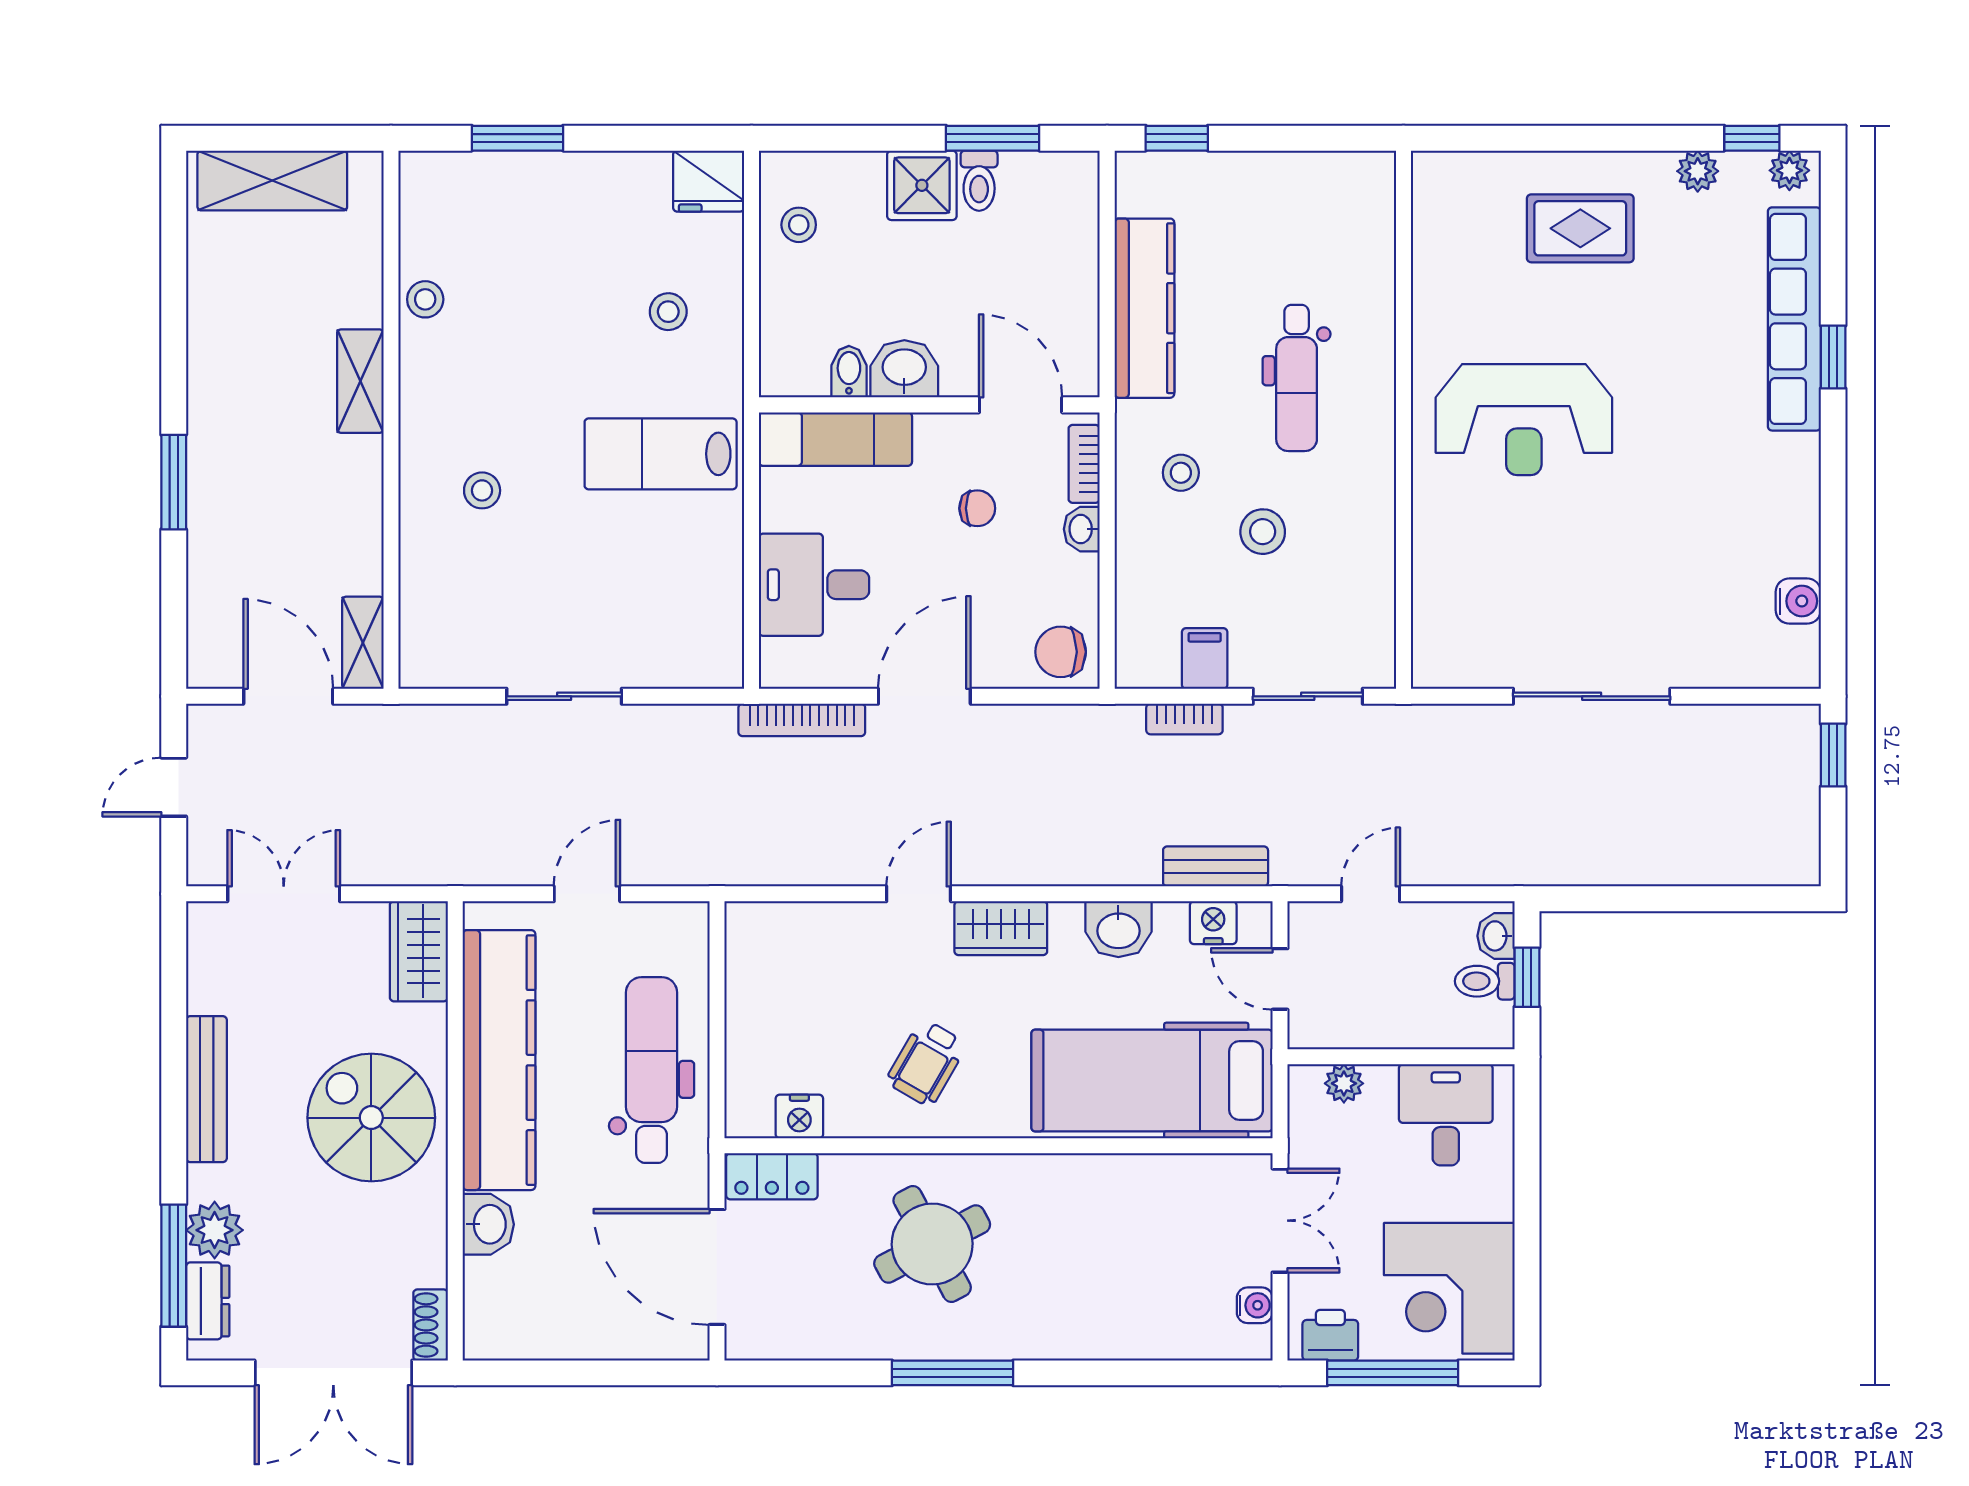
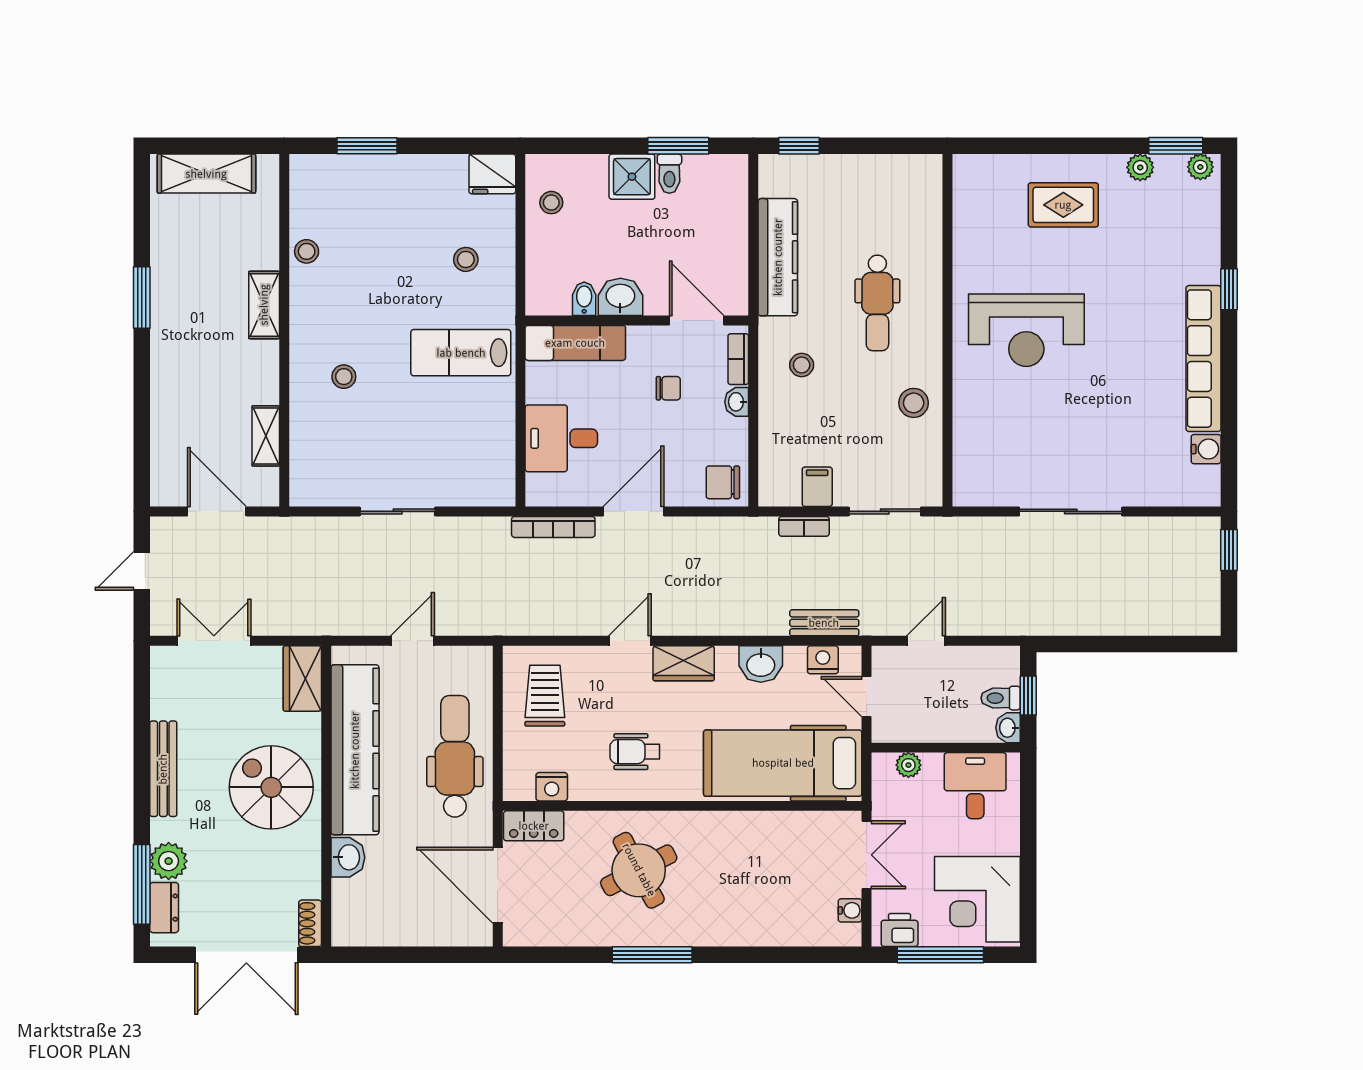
window: (1752, 138) -> (1176, 146), width x1.50
row of seats: (1794, 319) -> (1204, 359), moved
window: (174, 482) -> (142, 297), moved
stool: (1263, 532) -> (914, 403), moved
shelving: (363, 643) -> (266, 436), moved
washbasin: (1496, 936) -> (1008, 728), moved
trolley: (789, 978) -> (545, 696), added
wheelchair: (926, 1063) -> (635, 752), turned 60

